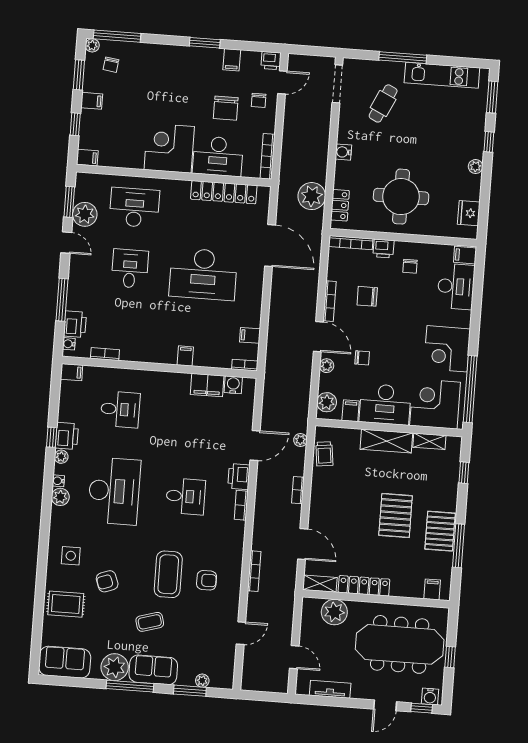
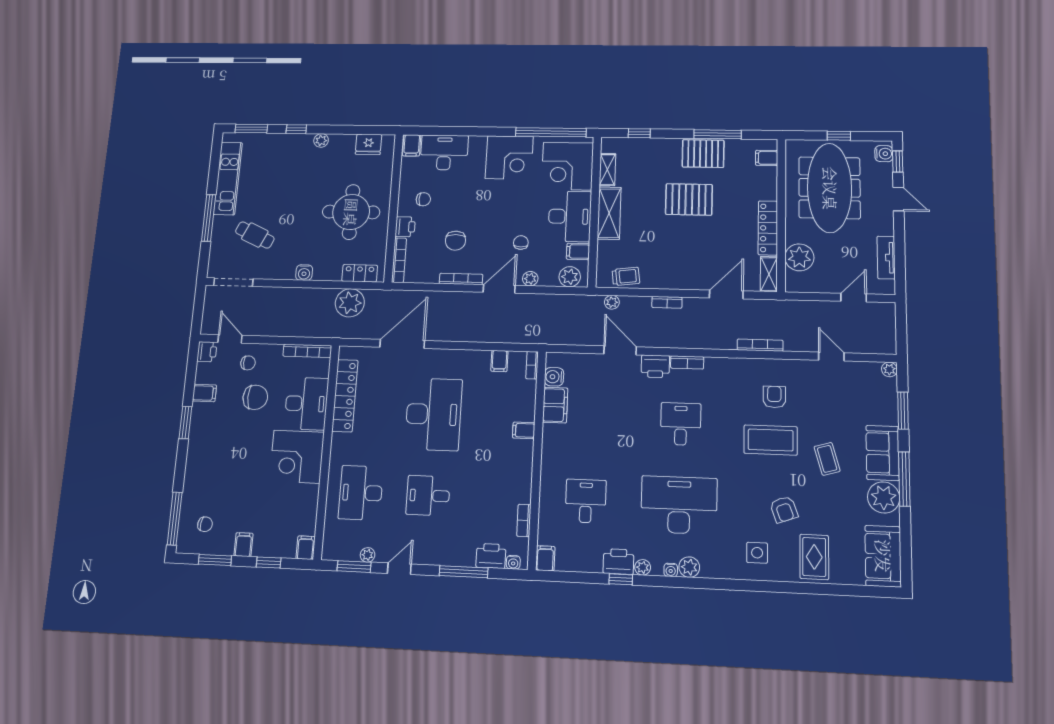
plant: (92, 45) -> (183, 546), removed
plant: (85, 214) -> (368, 555), width x0.53, depth x0.53
plant: (202, 681) -> (889, 369), moved

